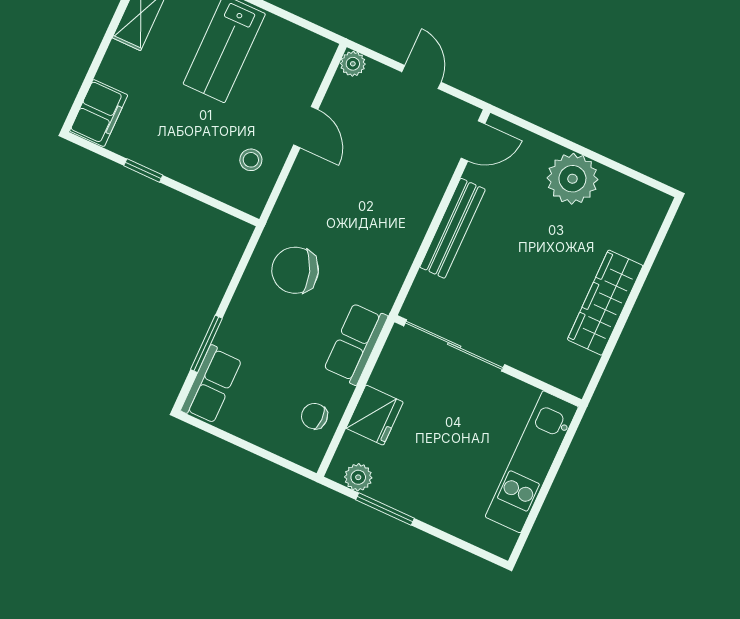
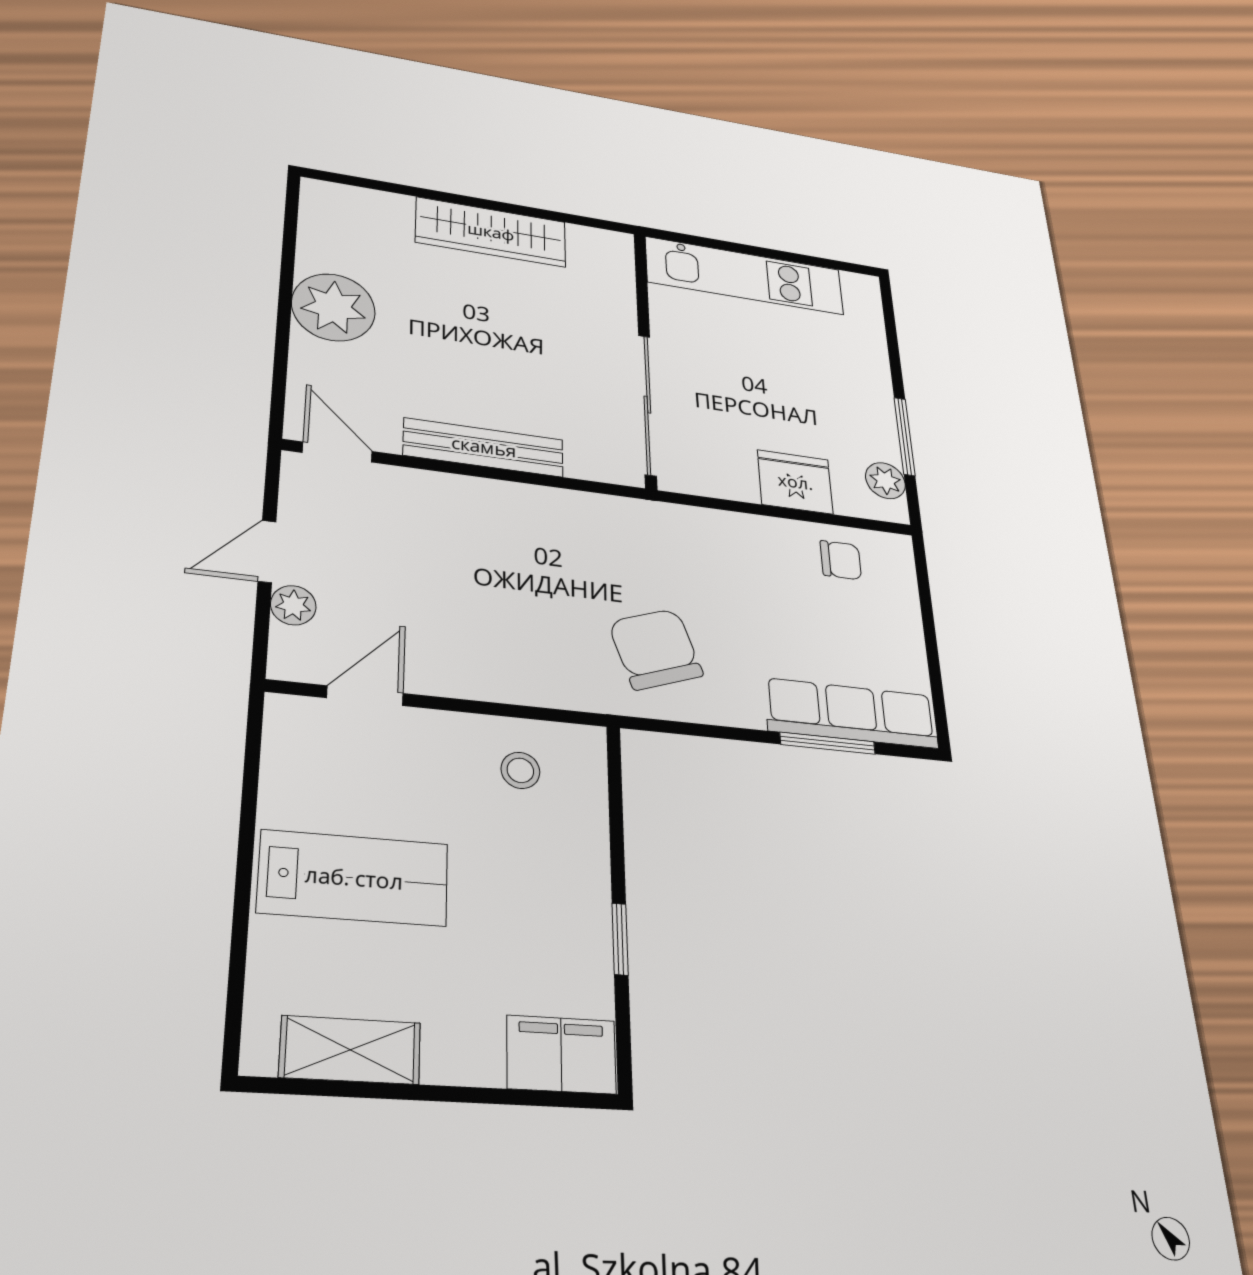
plant: (353, 64) -> (293, 605), moved
door: (306, 127) -> (365, 696), moved
chair: (295, 270) -> (656, 649), turned 180
row of seats: (356, 343) -> (714, 534), removed
row of seats: (211, 385) -> (852, 713), width x1.48
chair: (314, 416) -> (841, 560), turned -90

